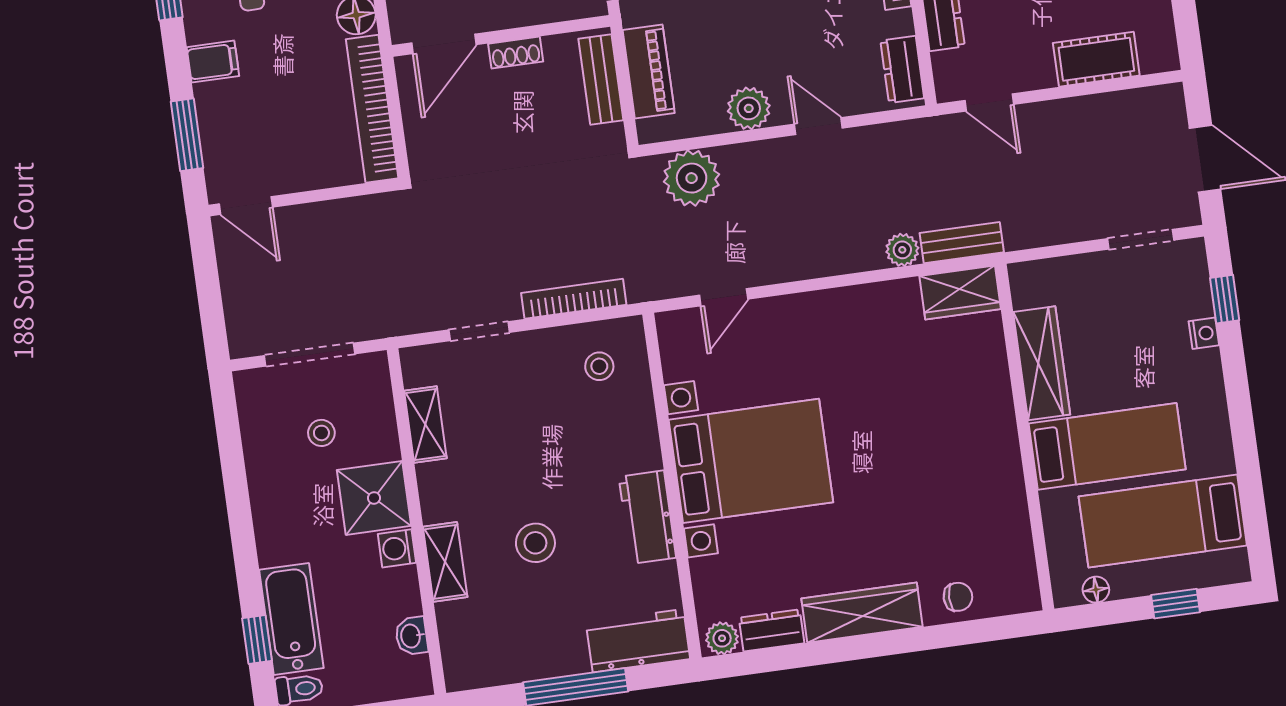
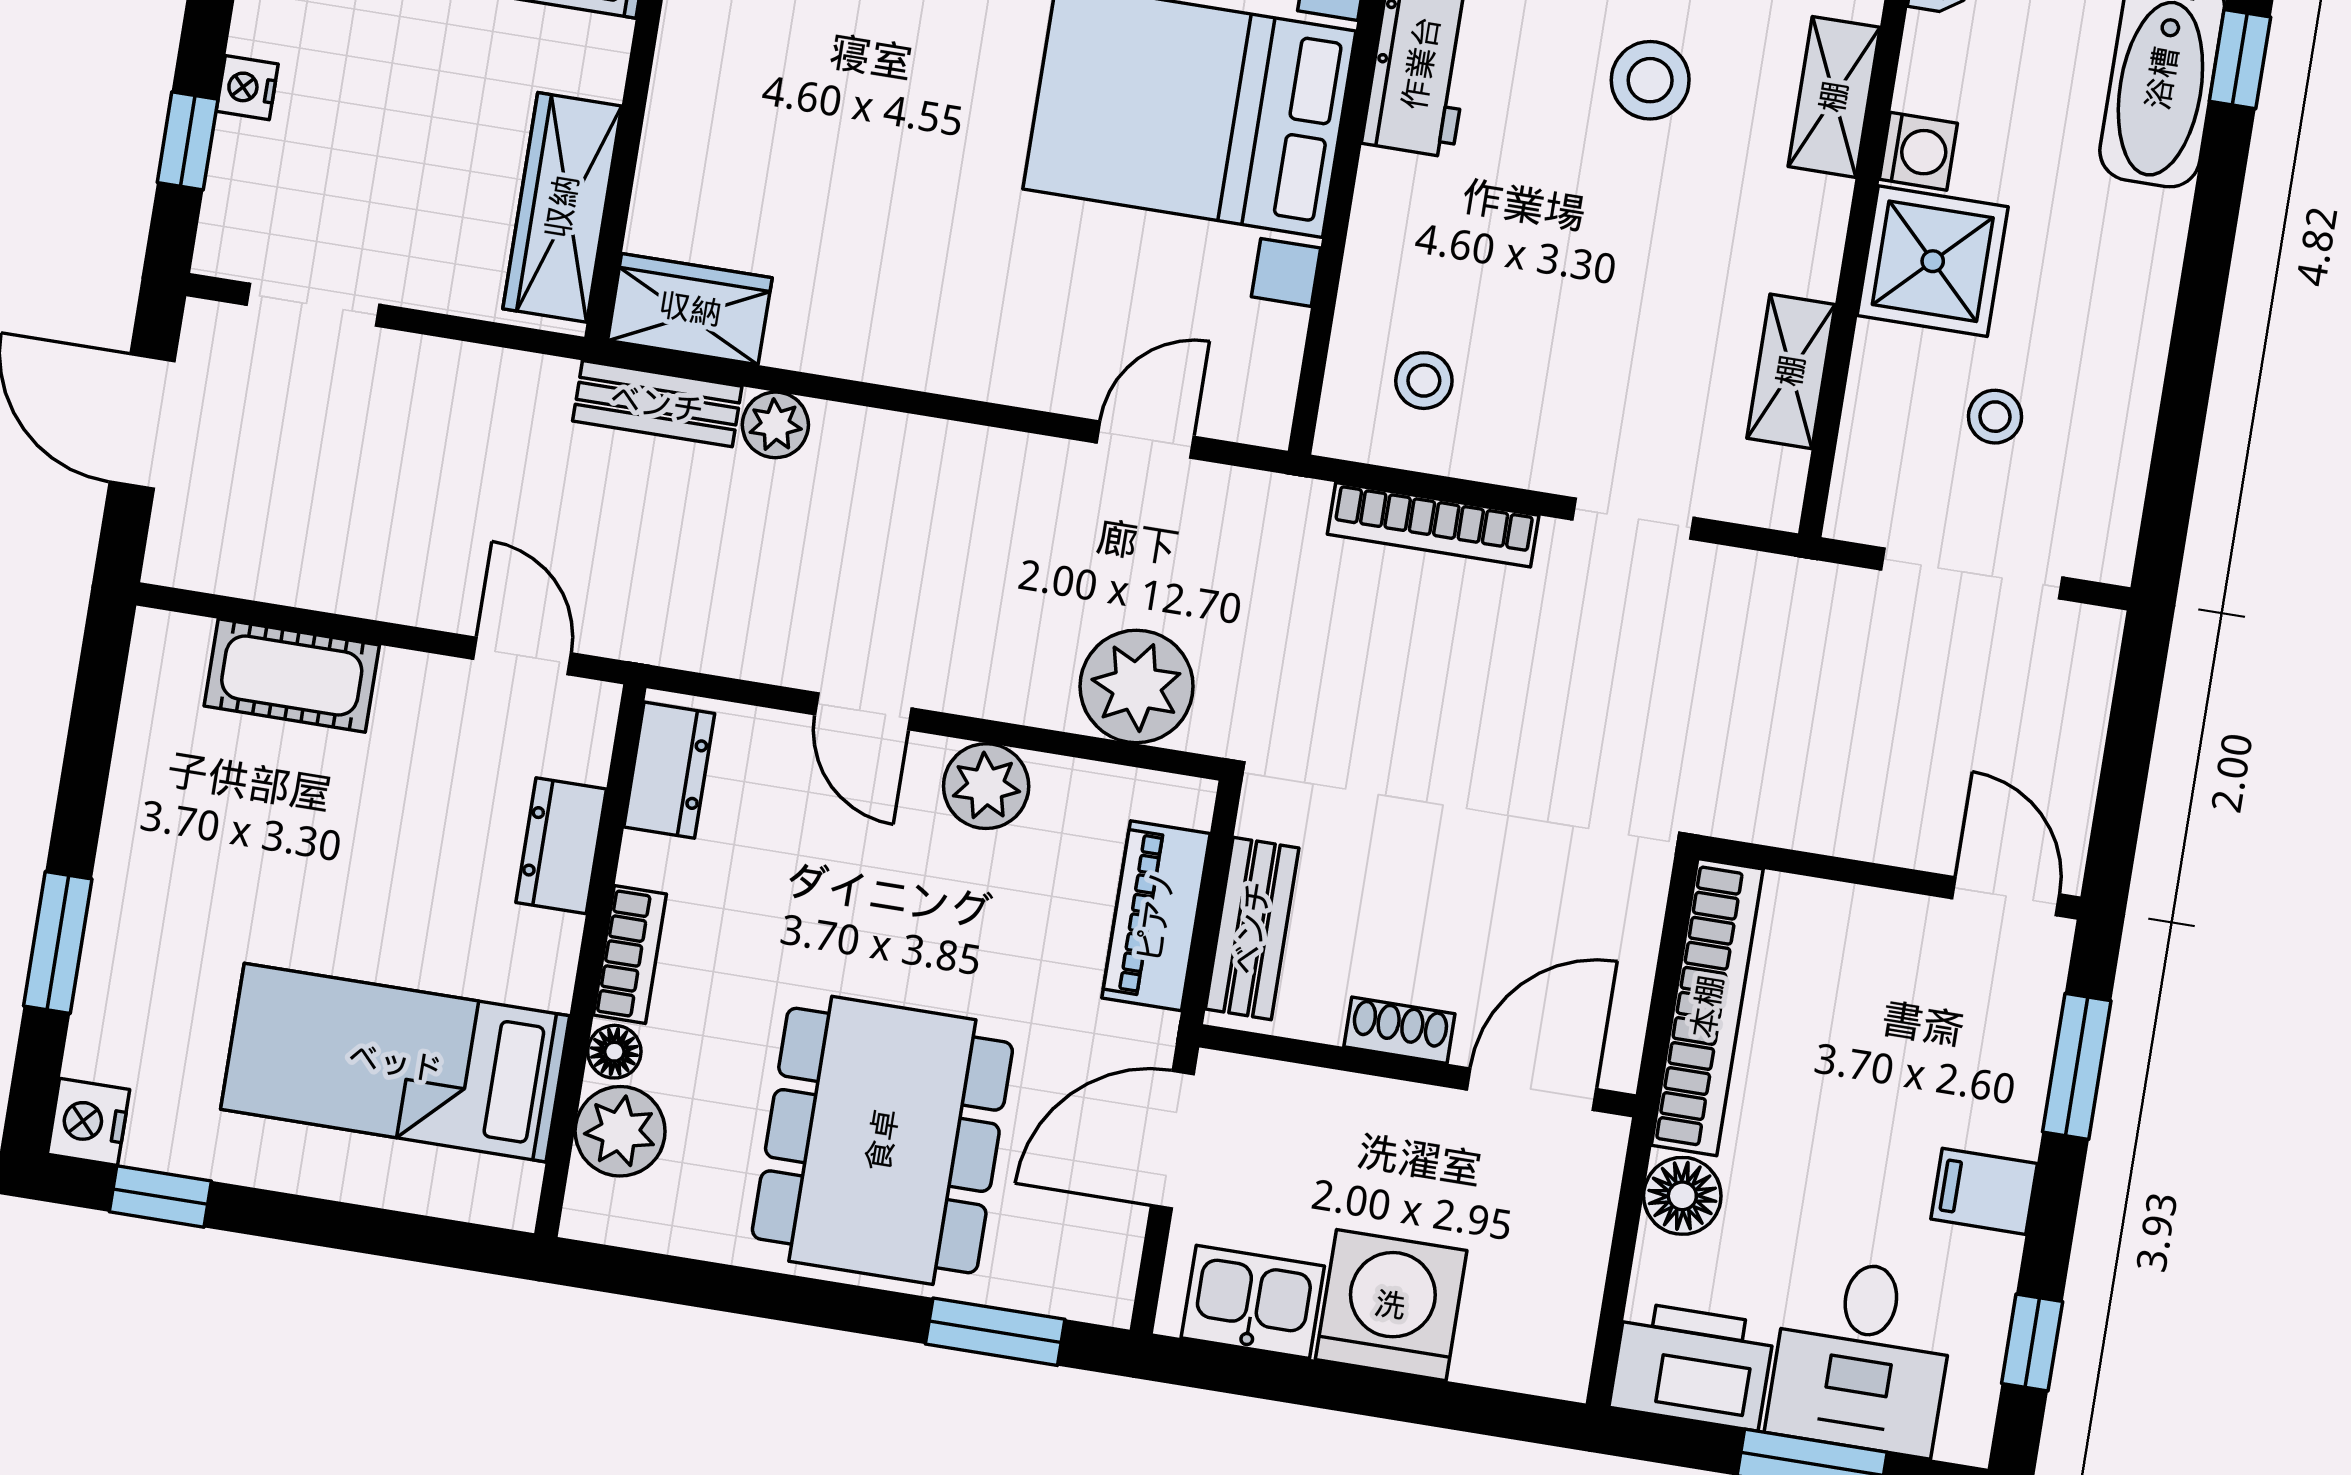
wardrobe: (1042, 363) -> (562, 207), moved

